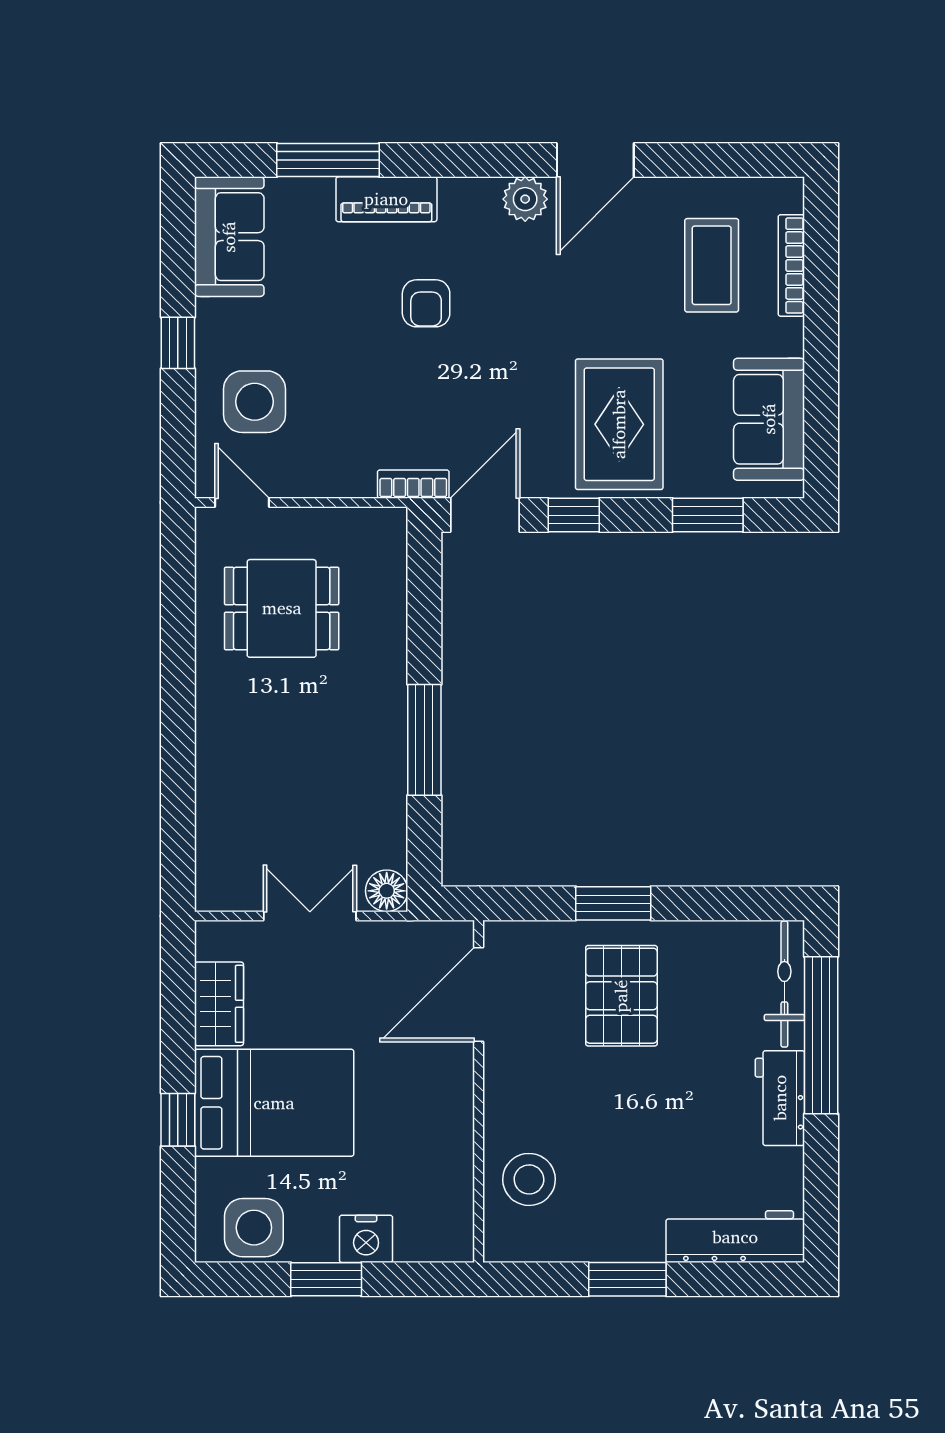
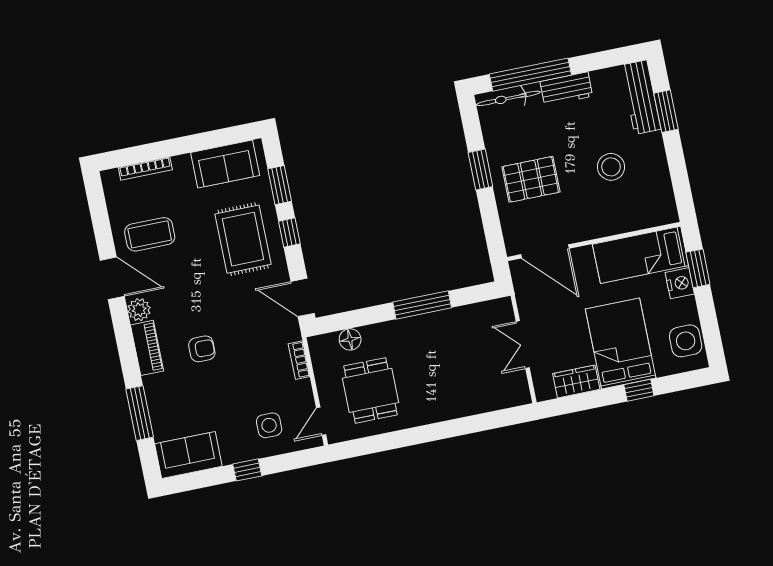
piano: (386, 199) -> (147, 348), moved
coffee table: (712, 265) -> (150, 234), moved
side table: (255, 402) -> (269, 425), width x0.73, depth x0.73
rug: (619, 424) -> (243, 239), turned 90
bookcase: (413, 484) -> (299, 360), moved
window: (574, 515) -> (289, 232), moved
floor lamp: (387, 891) -> (350, 339), moved
window: (613, 903) -> (480, 170), moved
bed: (435, 1175) -> (641, 255), added
stool: (529, 1179) -> (611, 167), moved
window: (326, 1279) -> (698, 268), moved
window: (627, 1279) -> (666, 111), moved

